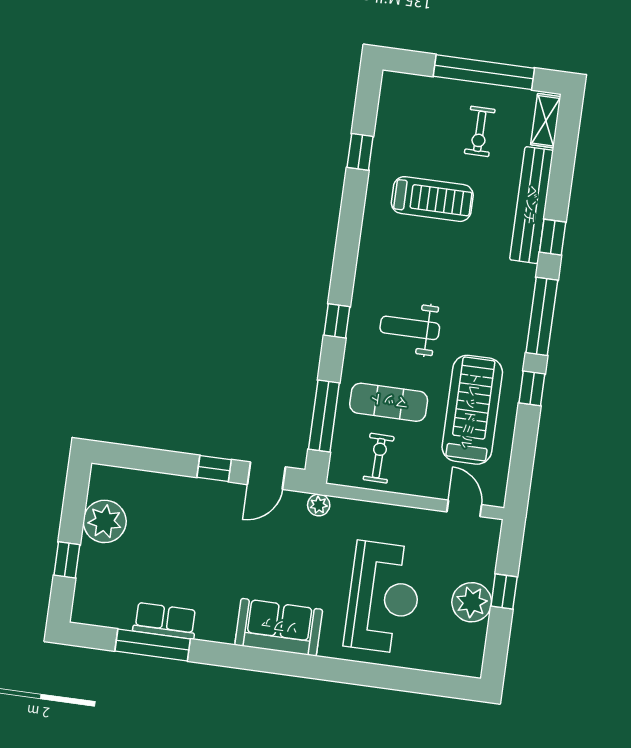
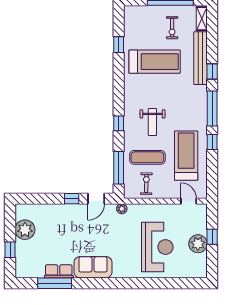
treadmill: (432, 199) -> (155, 62), width x1.37, depth x1.38
weight bench: (410, 328) -> (152, 122), turned -90
sofa: (279, 627) -> (93, 267), moved

